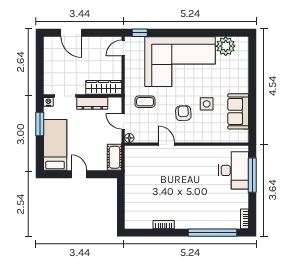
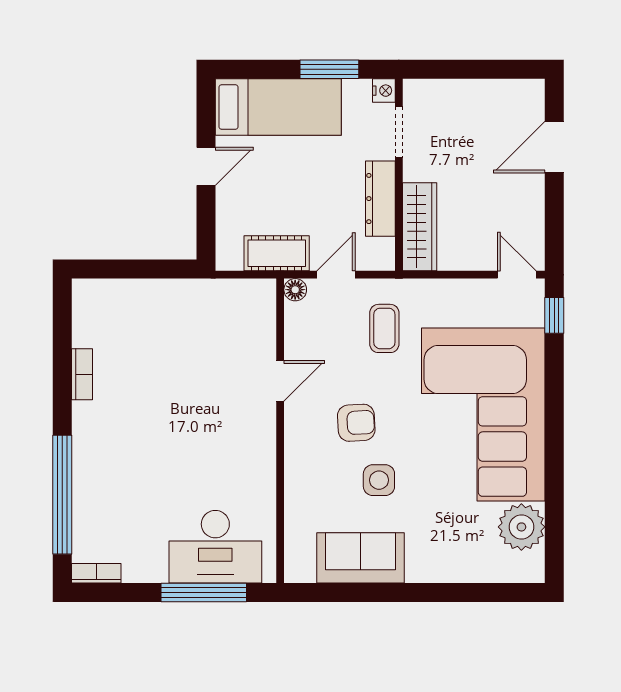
cot: (114, 157) -> (277, 253), moved

